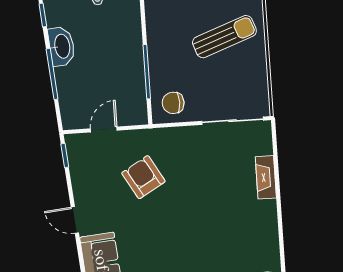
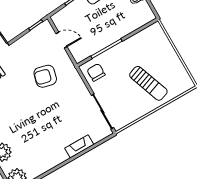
armchair: (143, 177) -> (45, 76), turned -136

